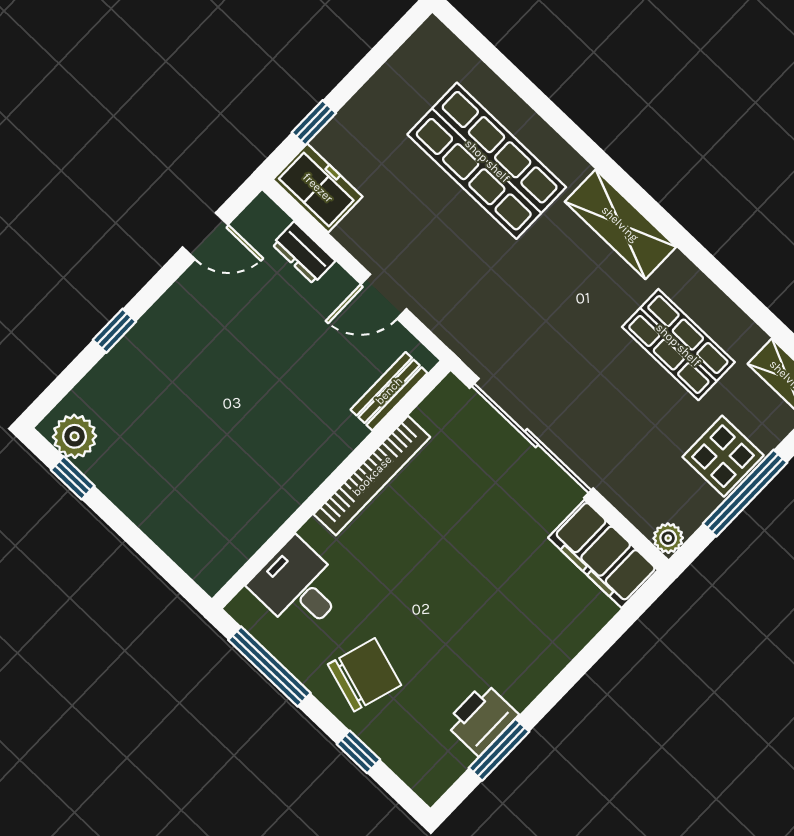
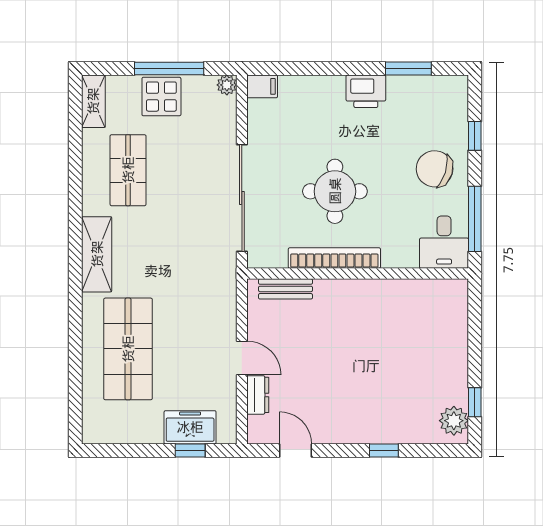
freezer: (318, 188) -> (190, 427), moved, turned 90
door: (384, 297) -> (242, 358), moved
round table: (443, 545) -> (335, 191), added
filing cabinet: (603, 554) -> (262, 86), width x0.33, depth x0.86
desk: (298, 586) -> (444, 242), moved
printer: (482, 719) -> (366, 91), moved

